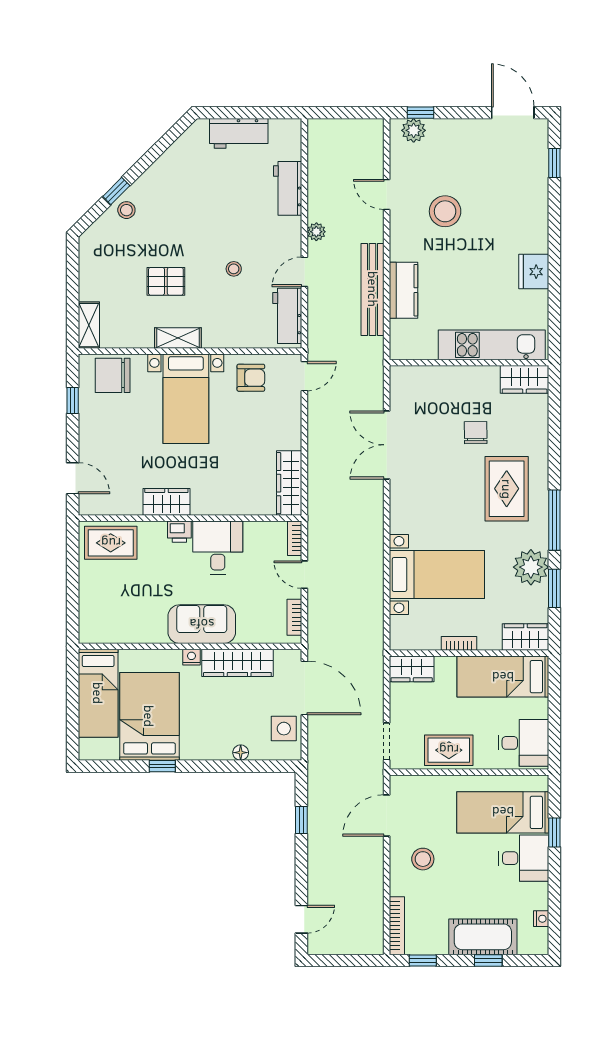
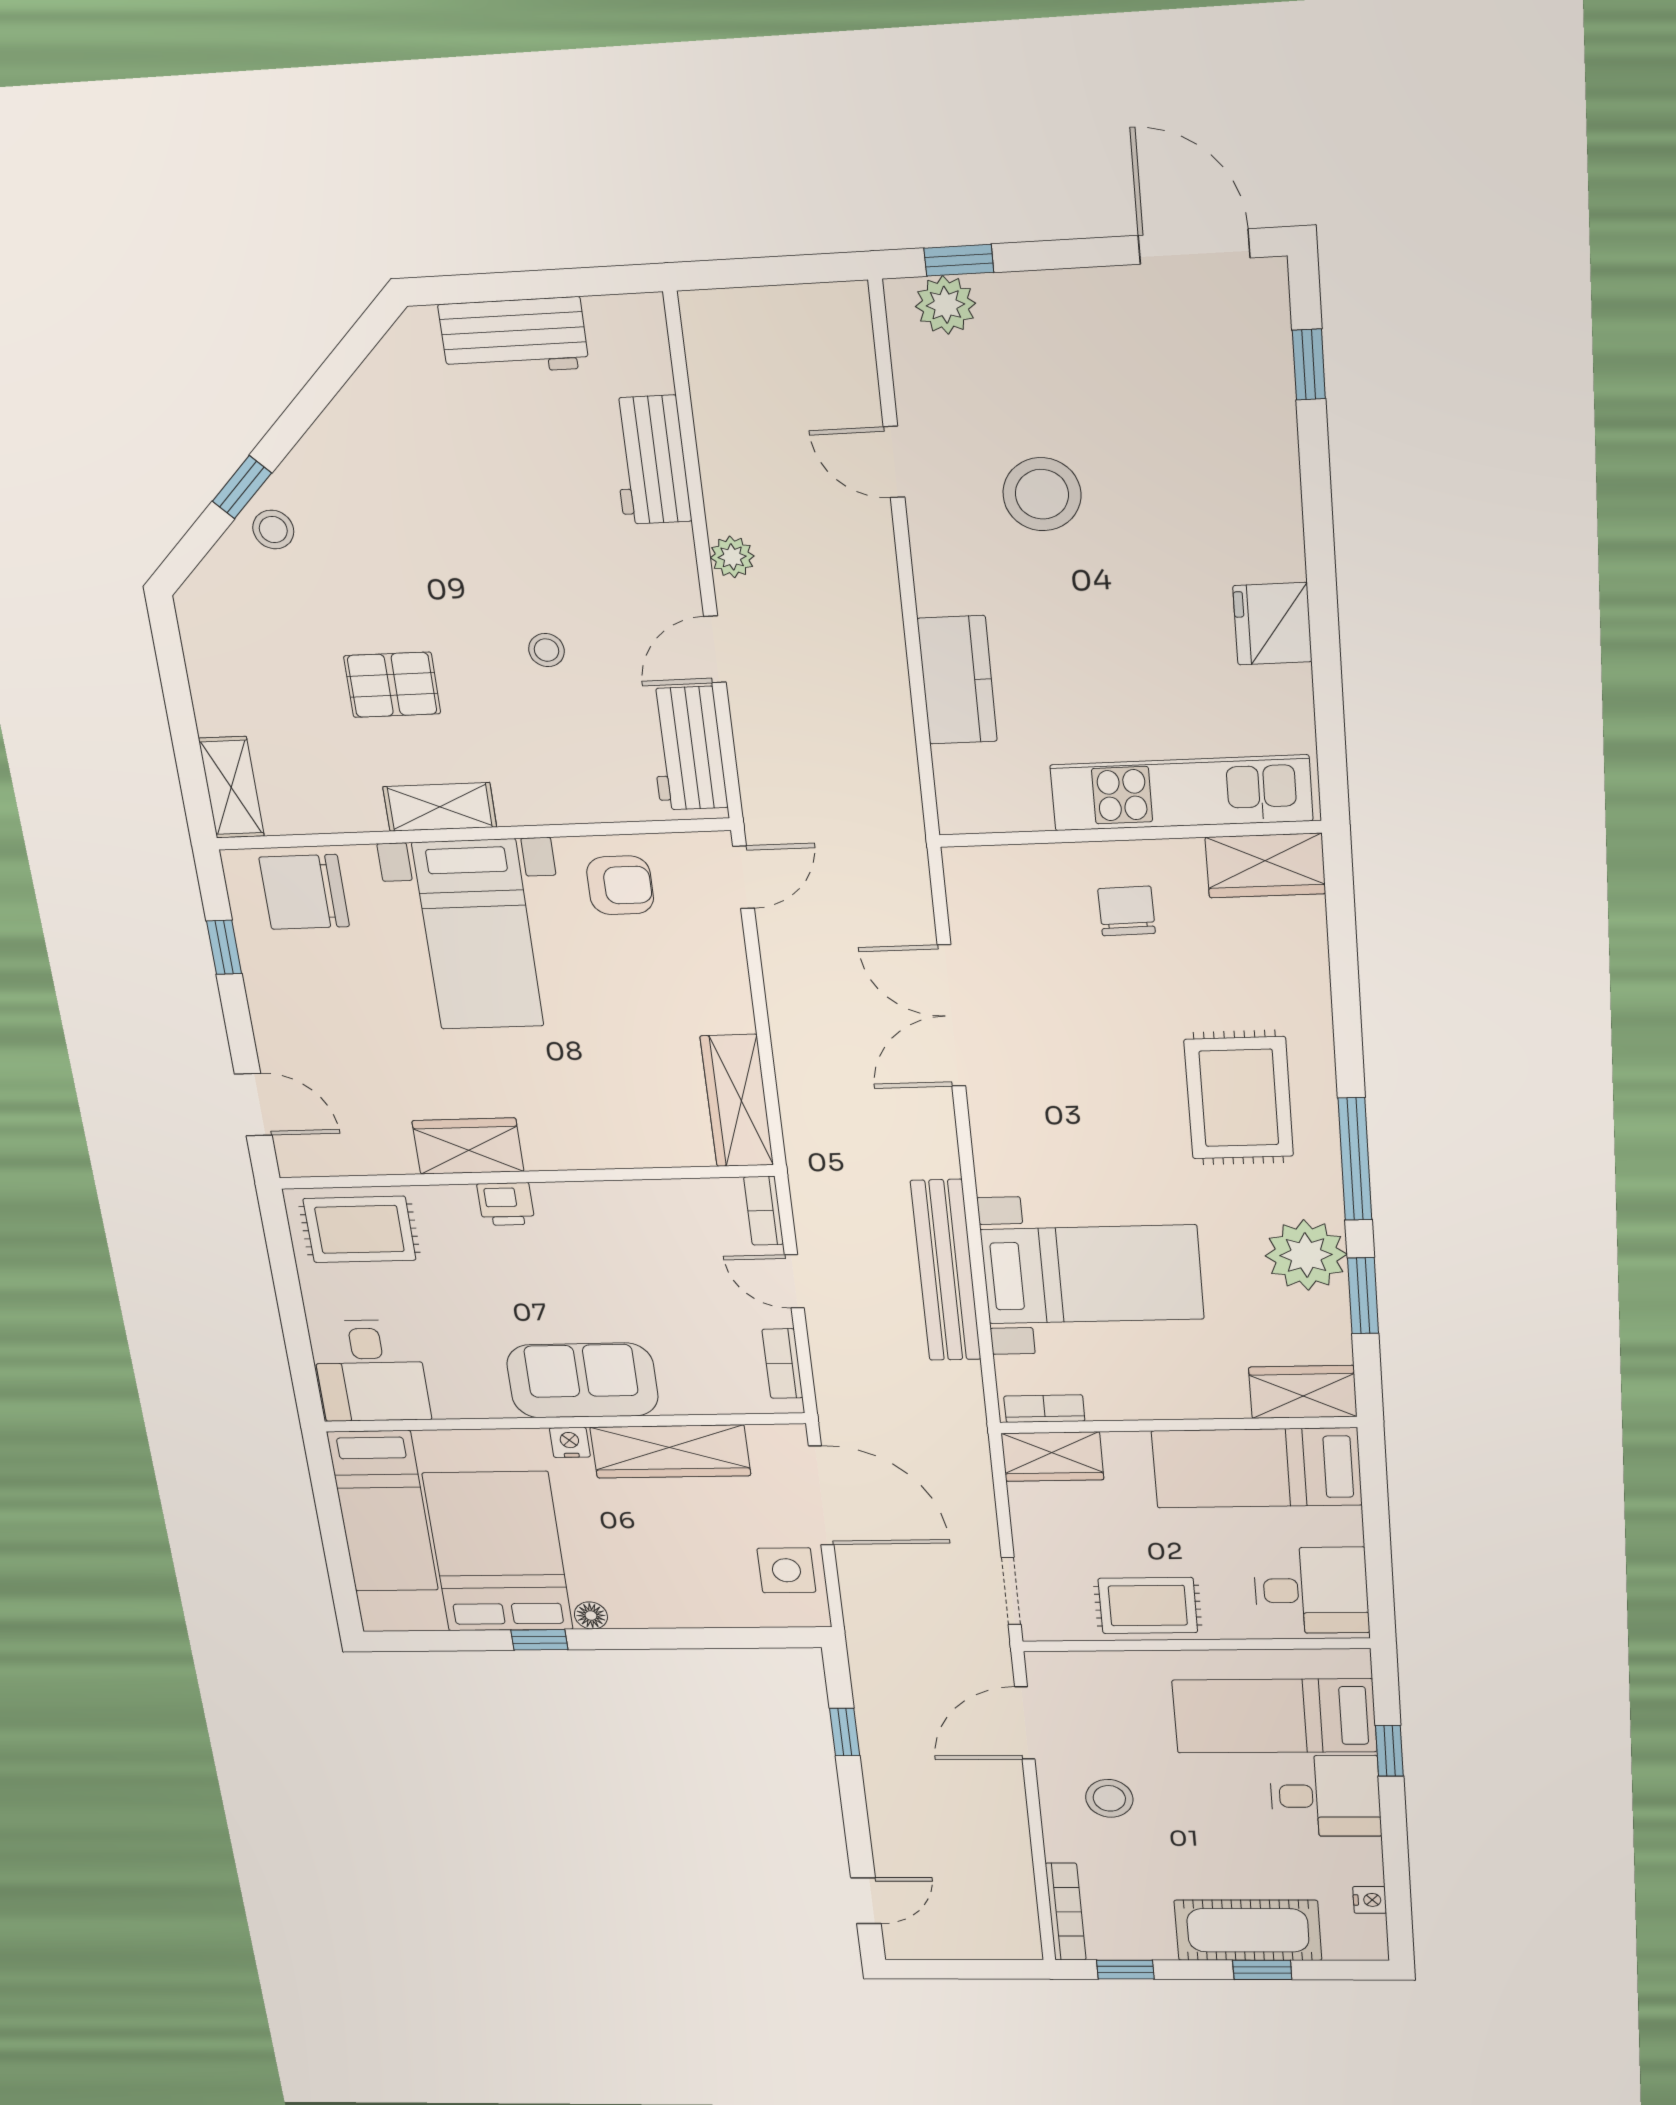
bench: (373, 289) -> (946, 1271), moved
chair: (476, 433) -> (1127, 911), moved
desk: (218, 548) -> (370, 1371), moved, turned 180
bookcase: (459, 643) -> (1044, 1409), moved
floor lamp: (241, 753) -> (591, 1616), moved

